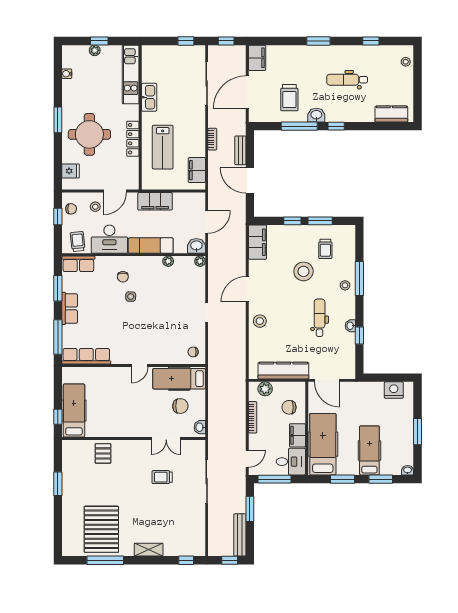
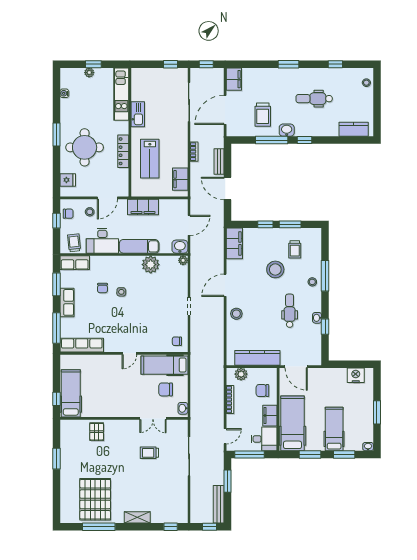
plant: (168, 261) -> (151, 265), width x1.87, depth x1.87
chair: (123, 277) -> (102, 288), moved
chair: (180, 406) -> (166, 389), turned 180

